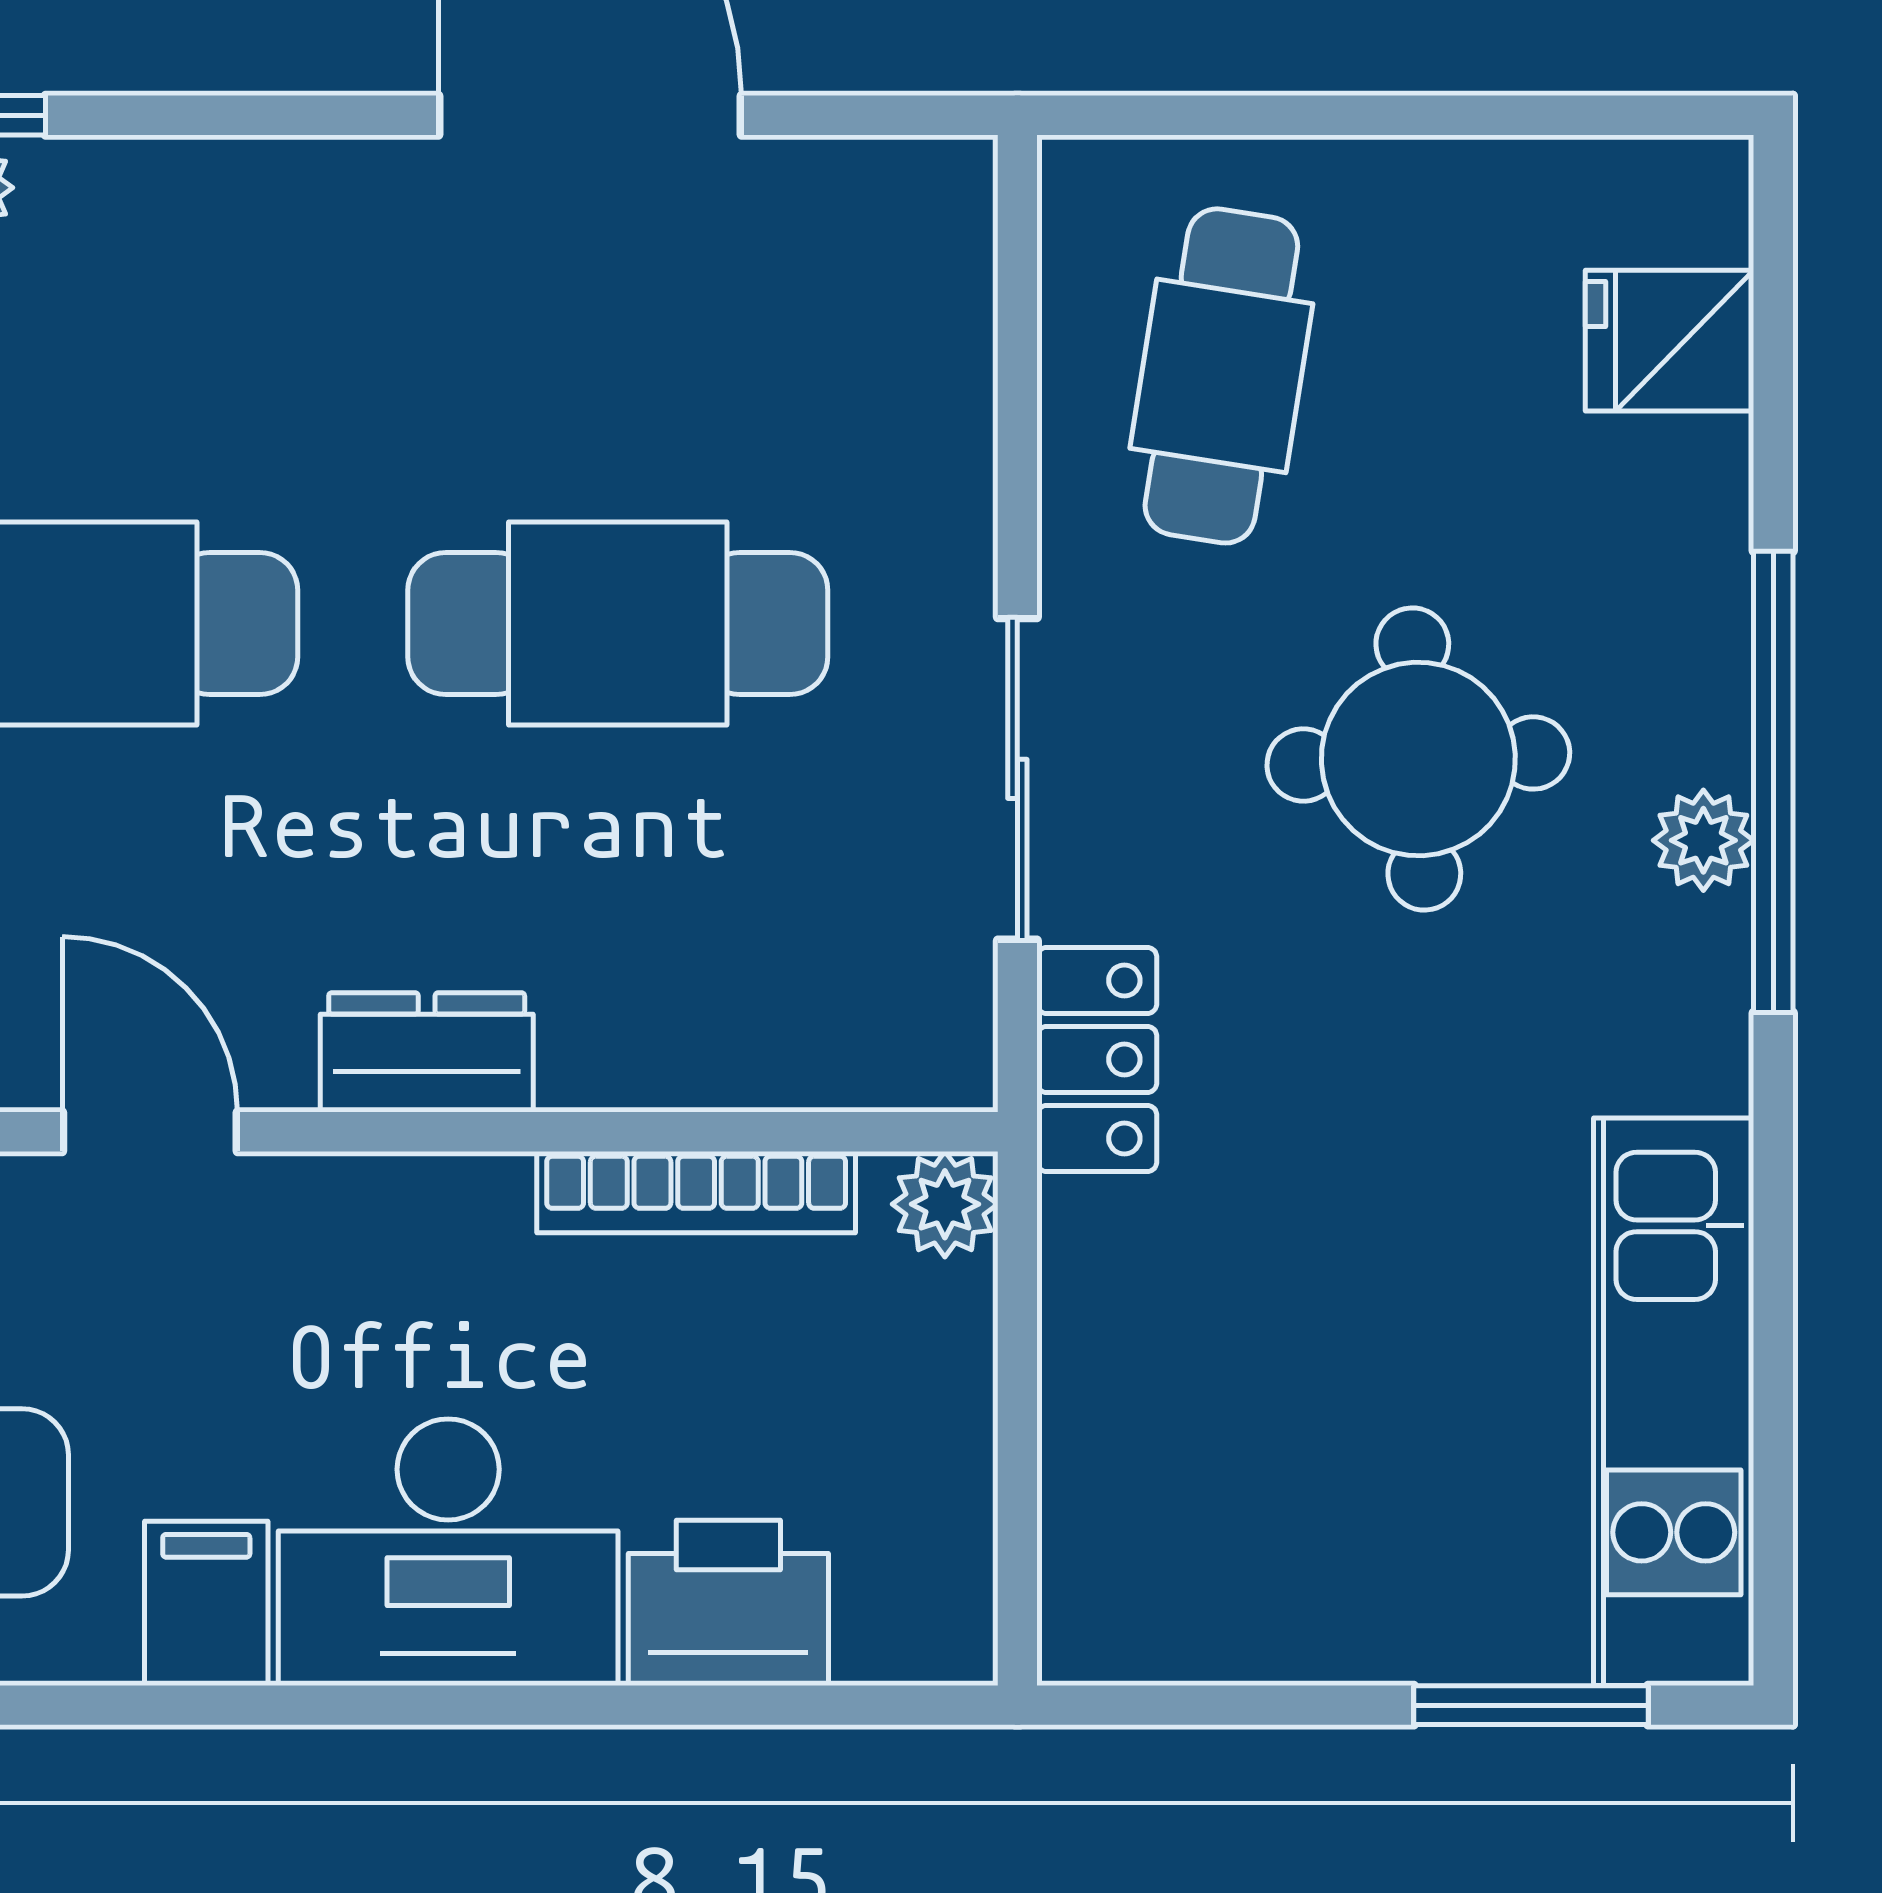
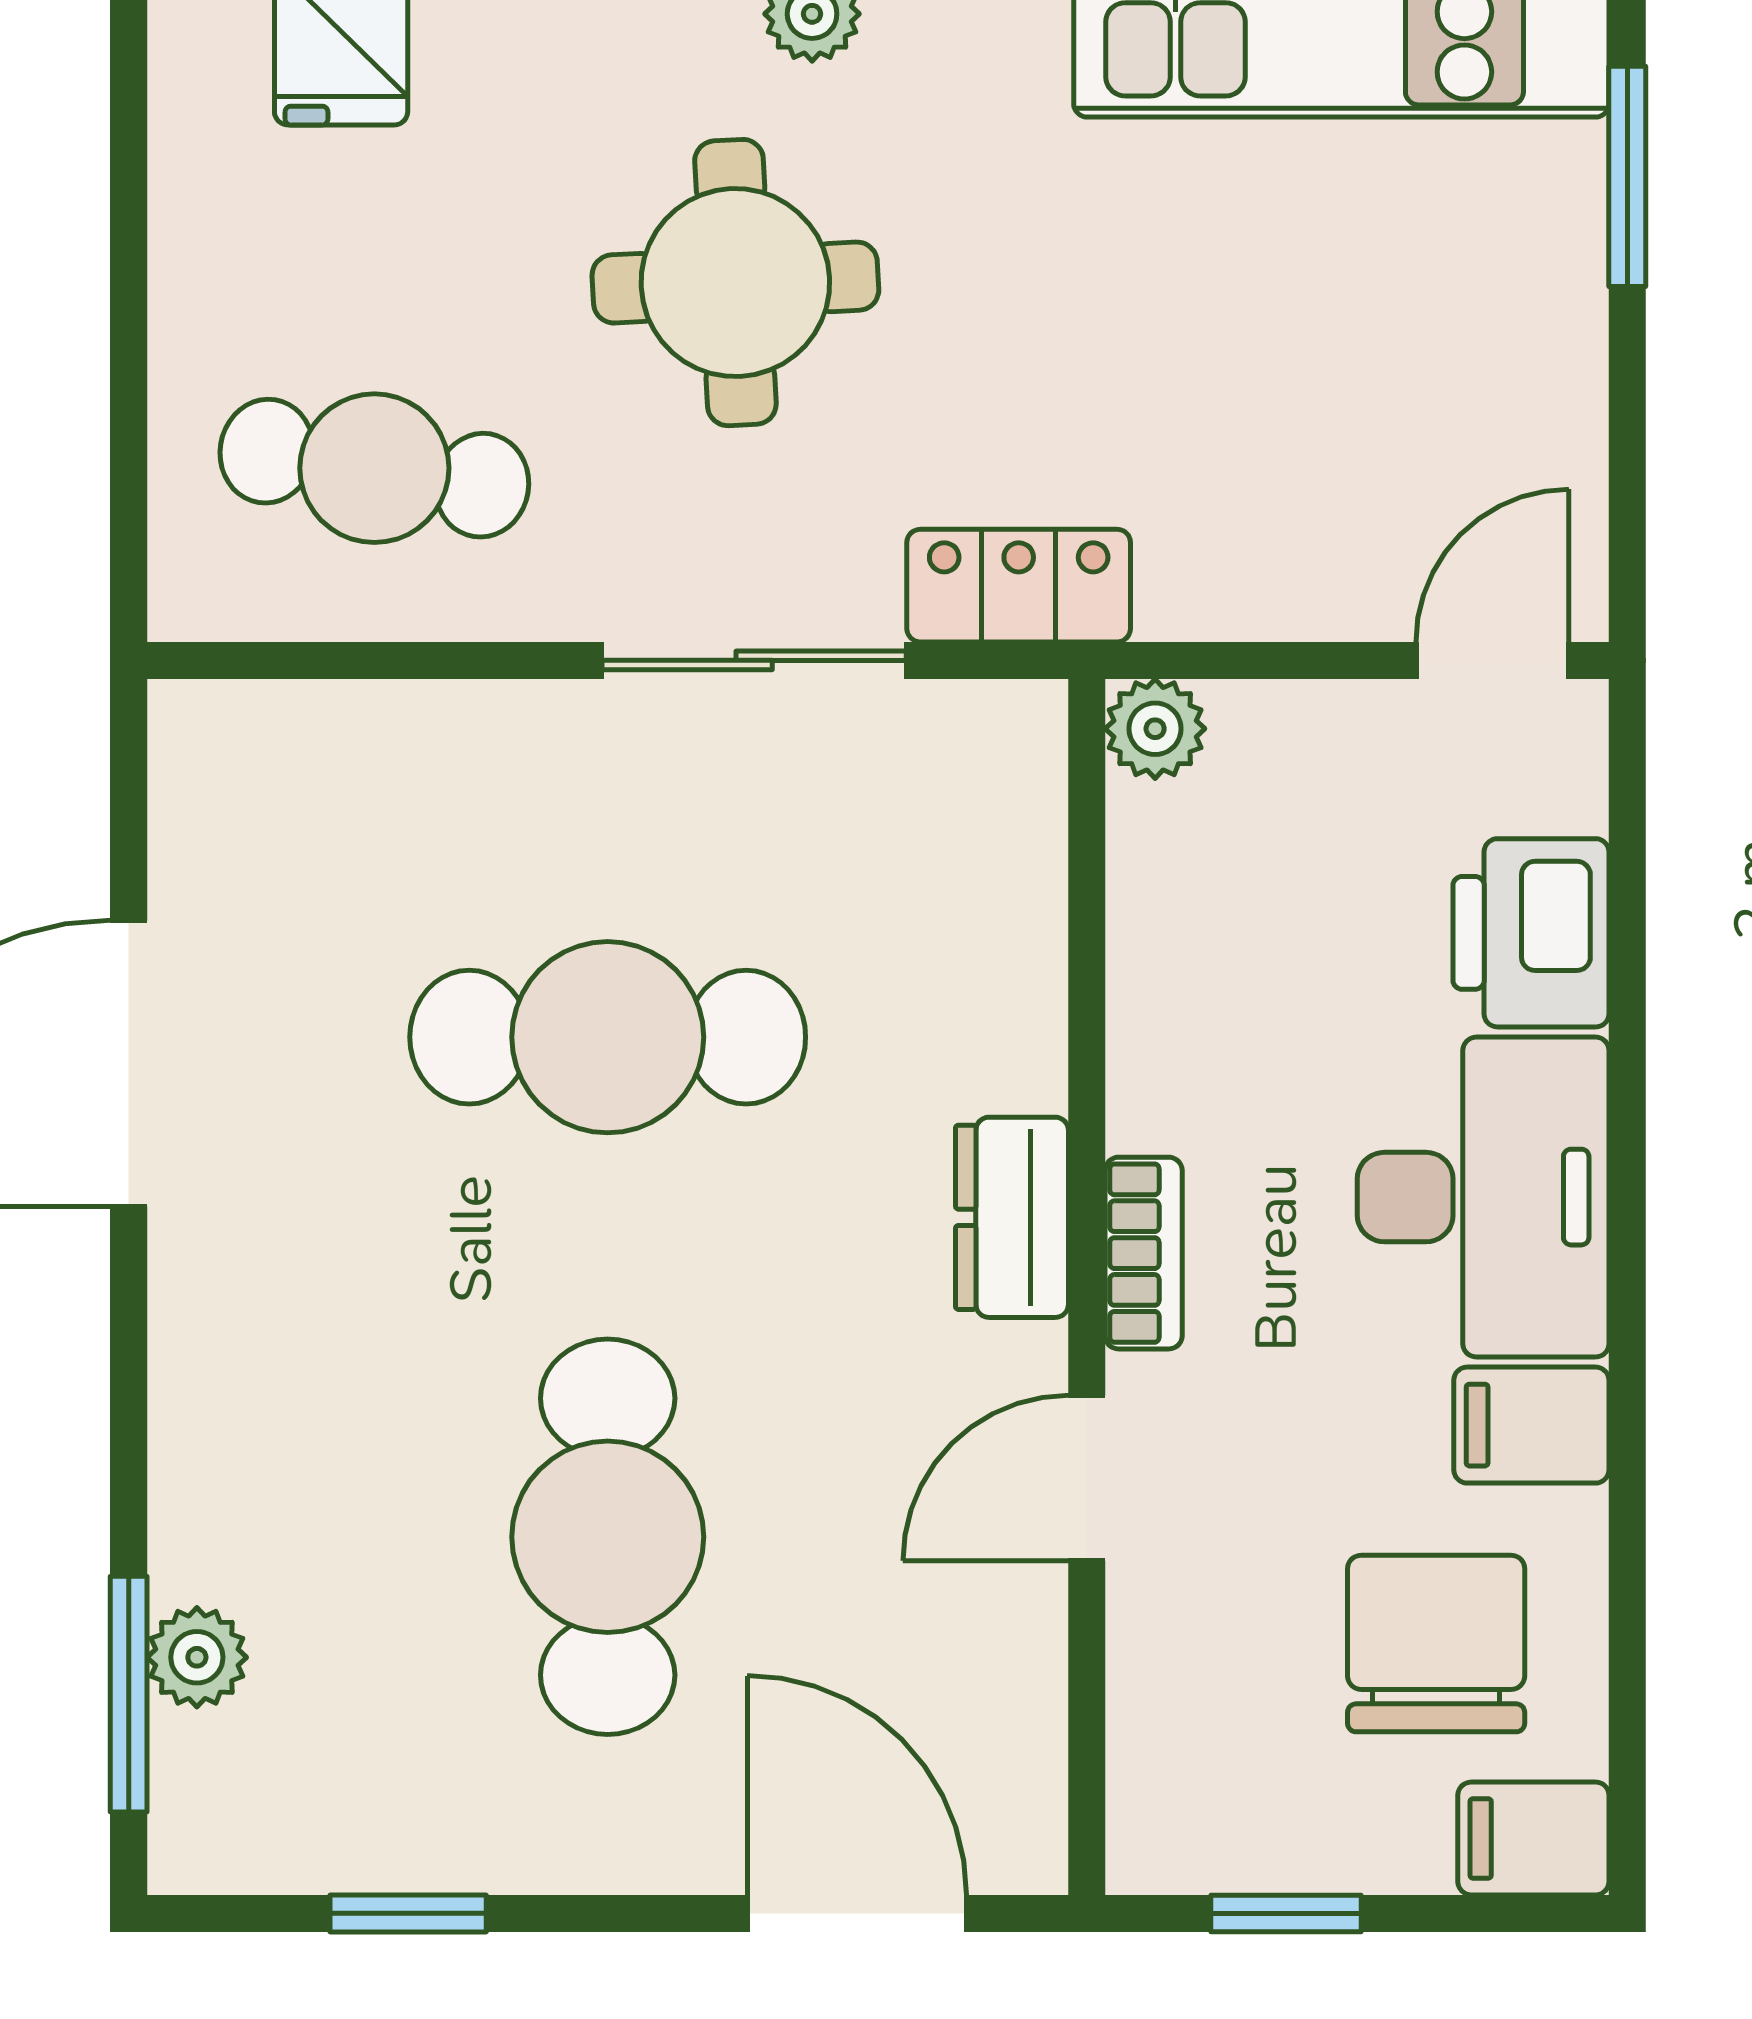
cafe table: (618, 623) -> (608, 1037), turned 90
bookcase: (696, 1192) -> (1144, 1253), moved, width x0.64
door: (1017, 1562) -> (1493, 660), added

